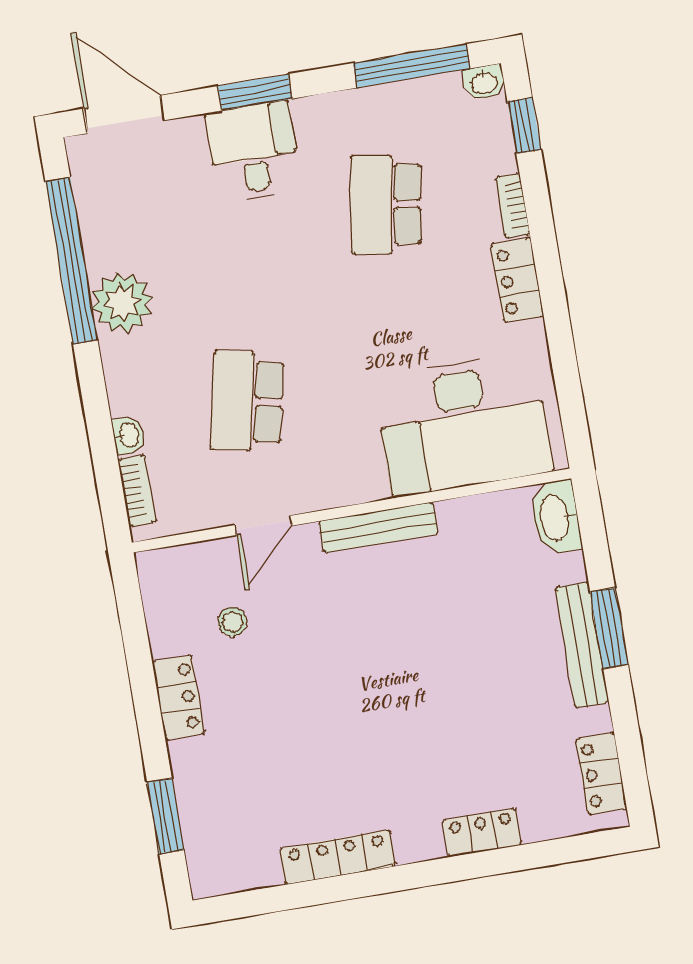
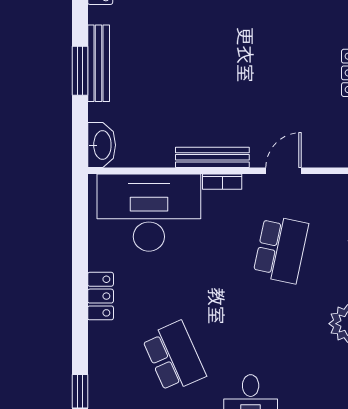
school desk: (386, 204) -> (174, 357), turned -33
bookcase: (513, 206) -> (222, 182), moved, turned 90
stool: (233, 622) -> (313, 114), removed

